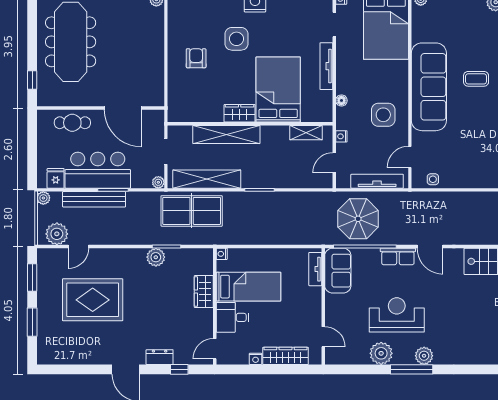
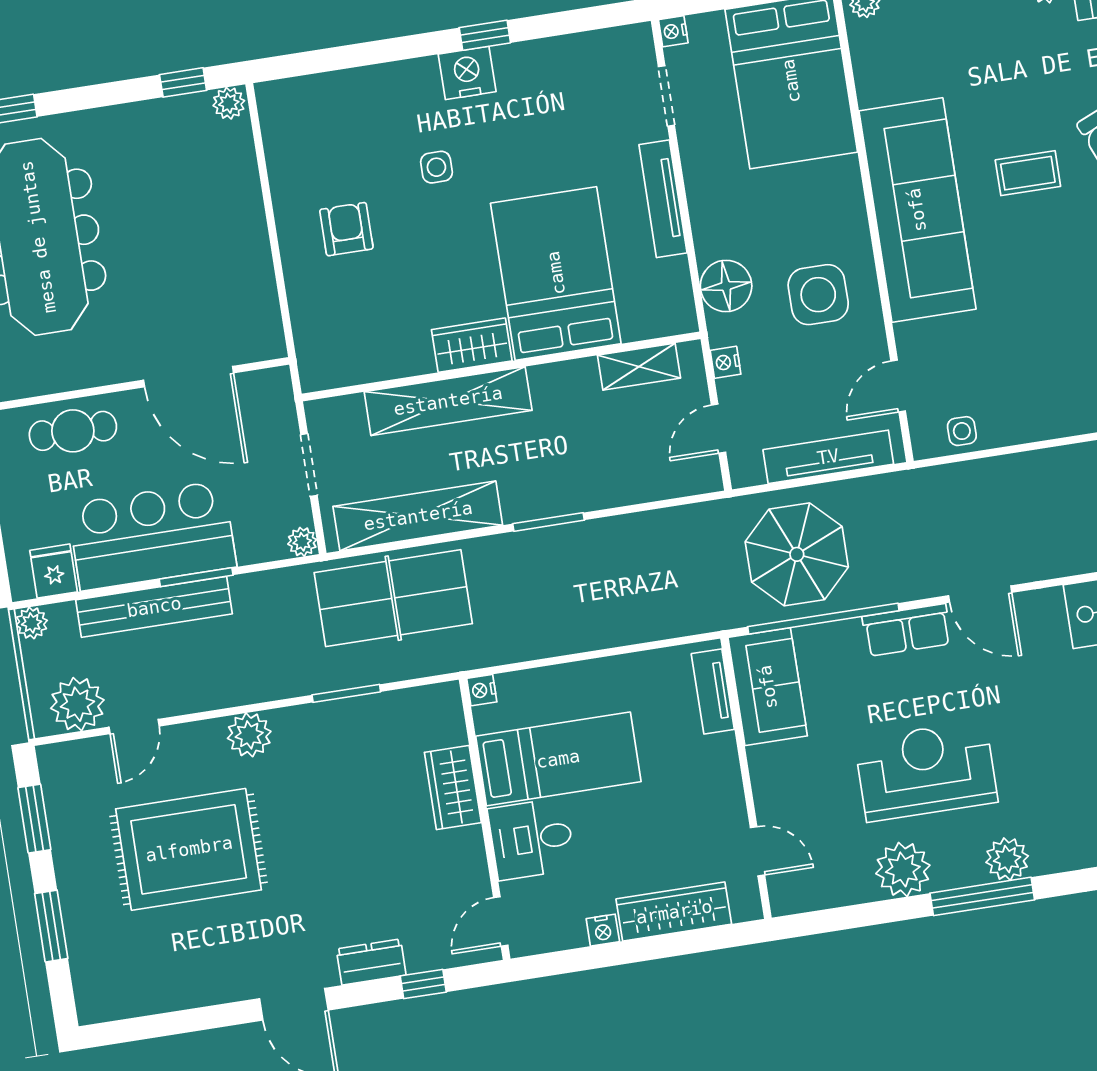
side table: (237, 39) -> (436, 167), width x0.54, depth x0.54
floor lamp: (341, 100) -> (726, 286), width x1.89, depth x1.89
plant: (156, 257) -> (249, 735), moved

